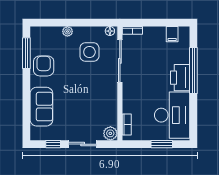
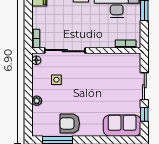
side table: (89, 52) -> (56, 80), width x0.54, depth x0.54
sofa: (41, 107) -> (122, 126), moved
plant: (110, 133) -> (134, 60), removed

